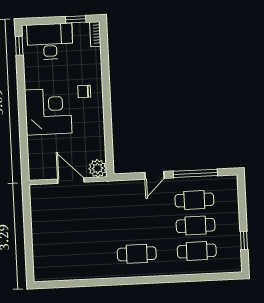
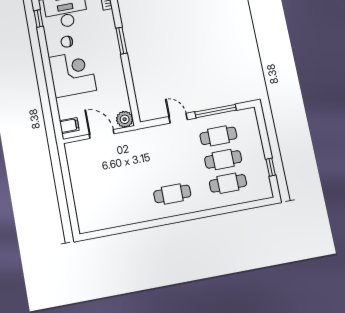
window: (106, 83) -> (121, 41), added
chair: (84, 91) -> (67, 42), moved
filing cabinet: (38, 167) -> (69, 126), added
door: (154, 175) -> (178, 118), swing flipped

